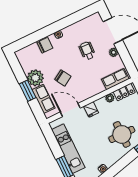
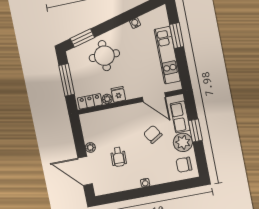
chair: (45, 45) -> (184, 165), moved
row of seats: (115, 79) -> (96, 118), removed
fridge: (91, 109) -> (118, 94), moved

